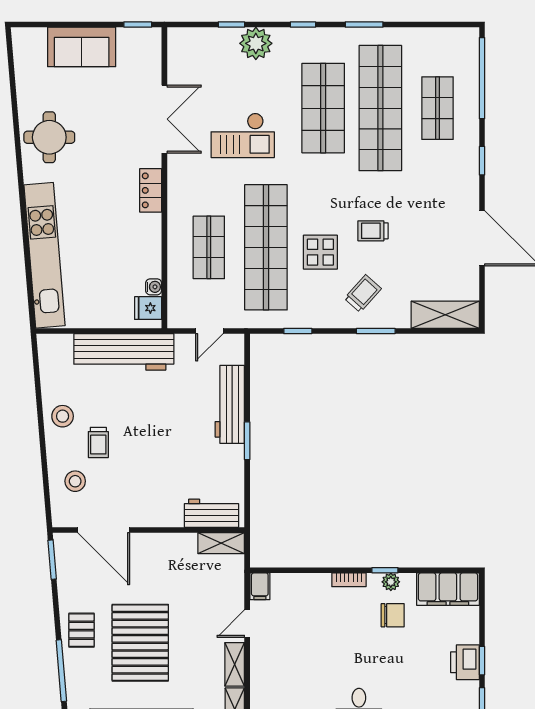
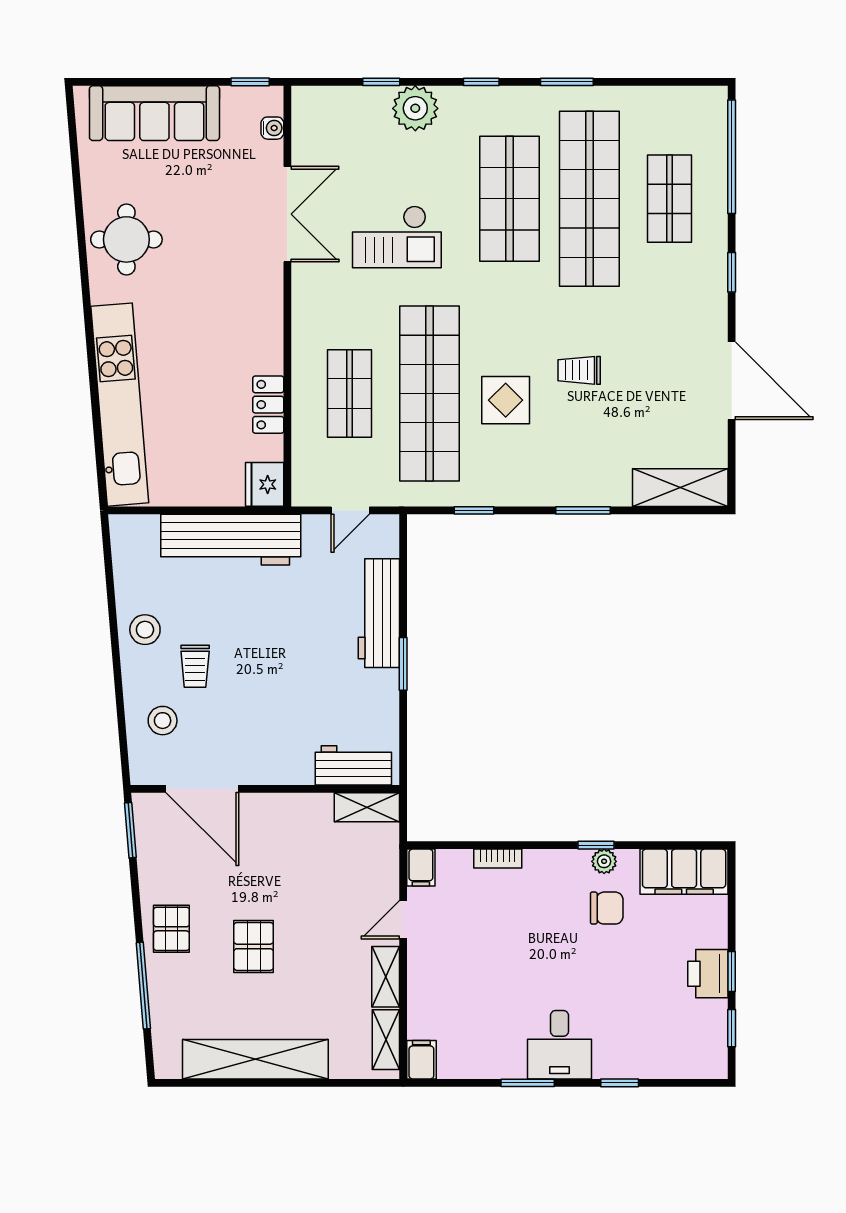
sofa: (82, 47) -> (154, 113), width x1.36
locker: (151, 190) -> (268, 405), moved
water cooler: (154, 287) -> (272, 128), moved
trolley: (363, 293) -> (565, 458), removed
fridge: (148, 308) -> (265, 484), width x1.38
bookcase: (349, 580) -> (498, 858), moved
pallet: (140, 643) -> (254, 946), width x0.49, depth x0.50

